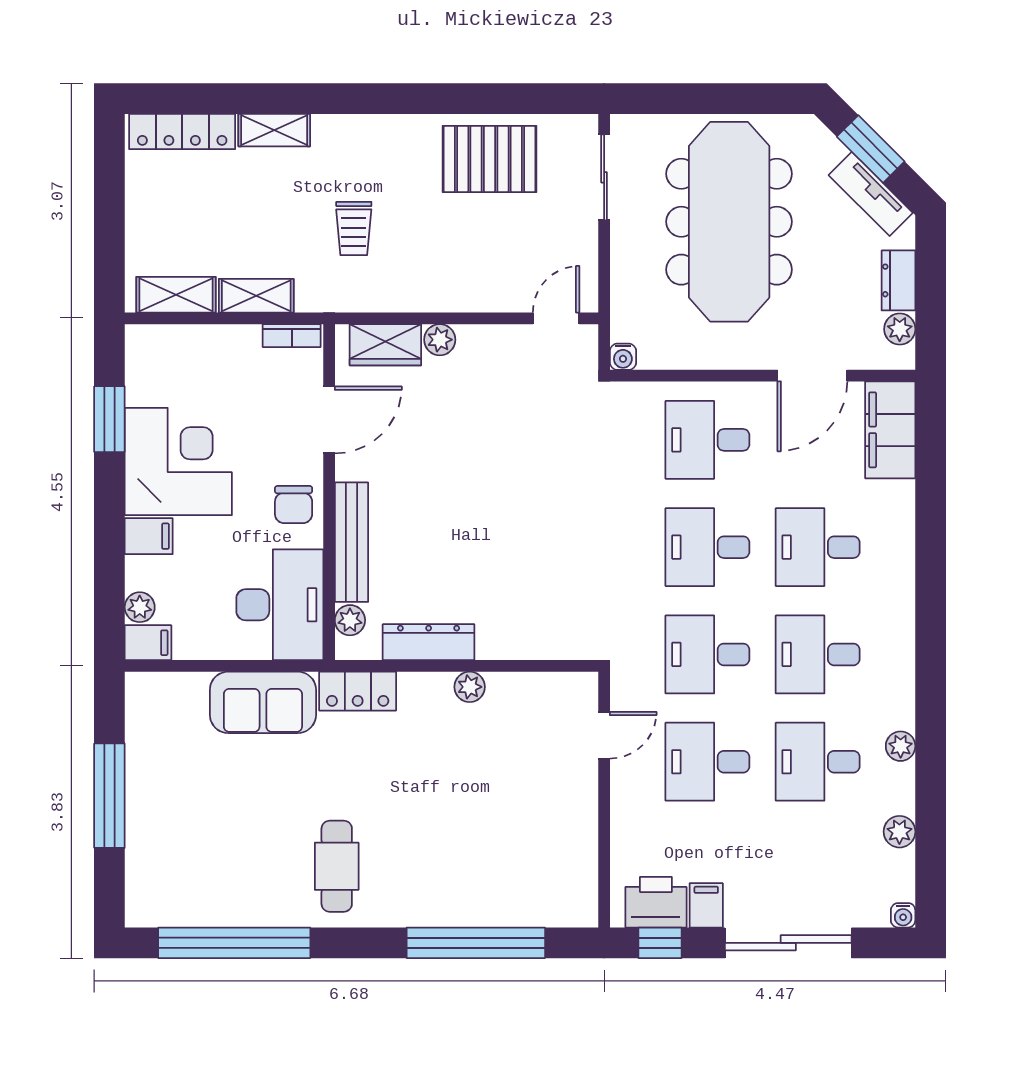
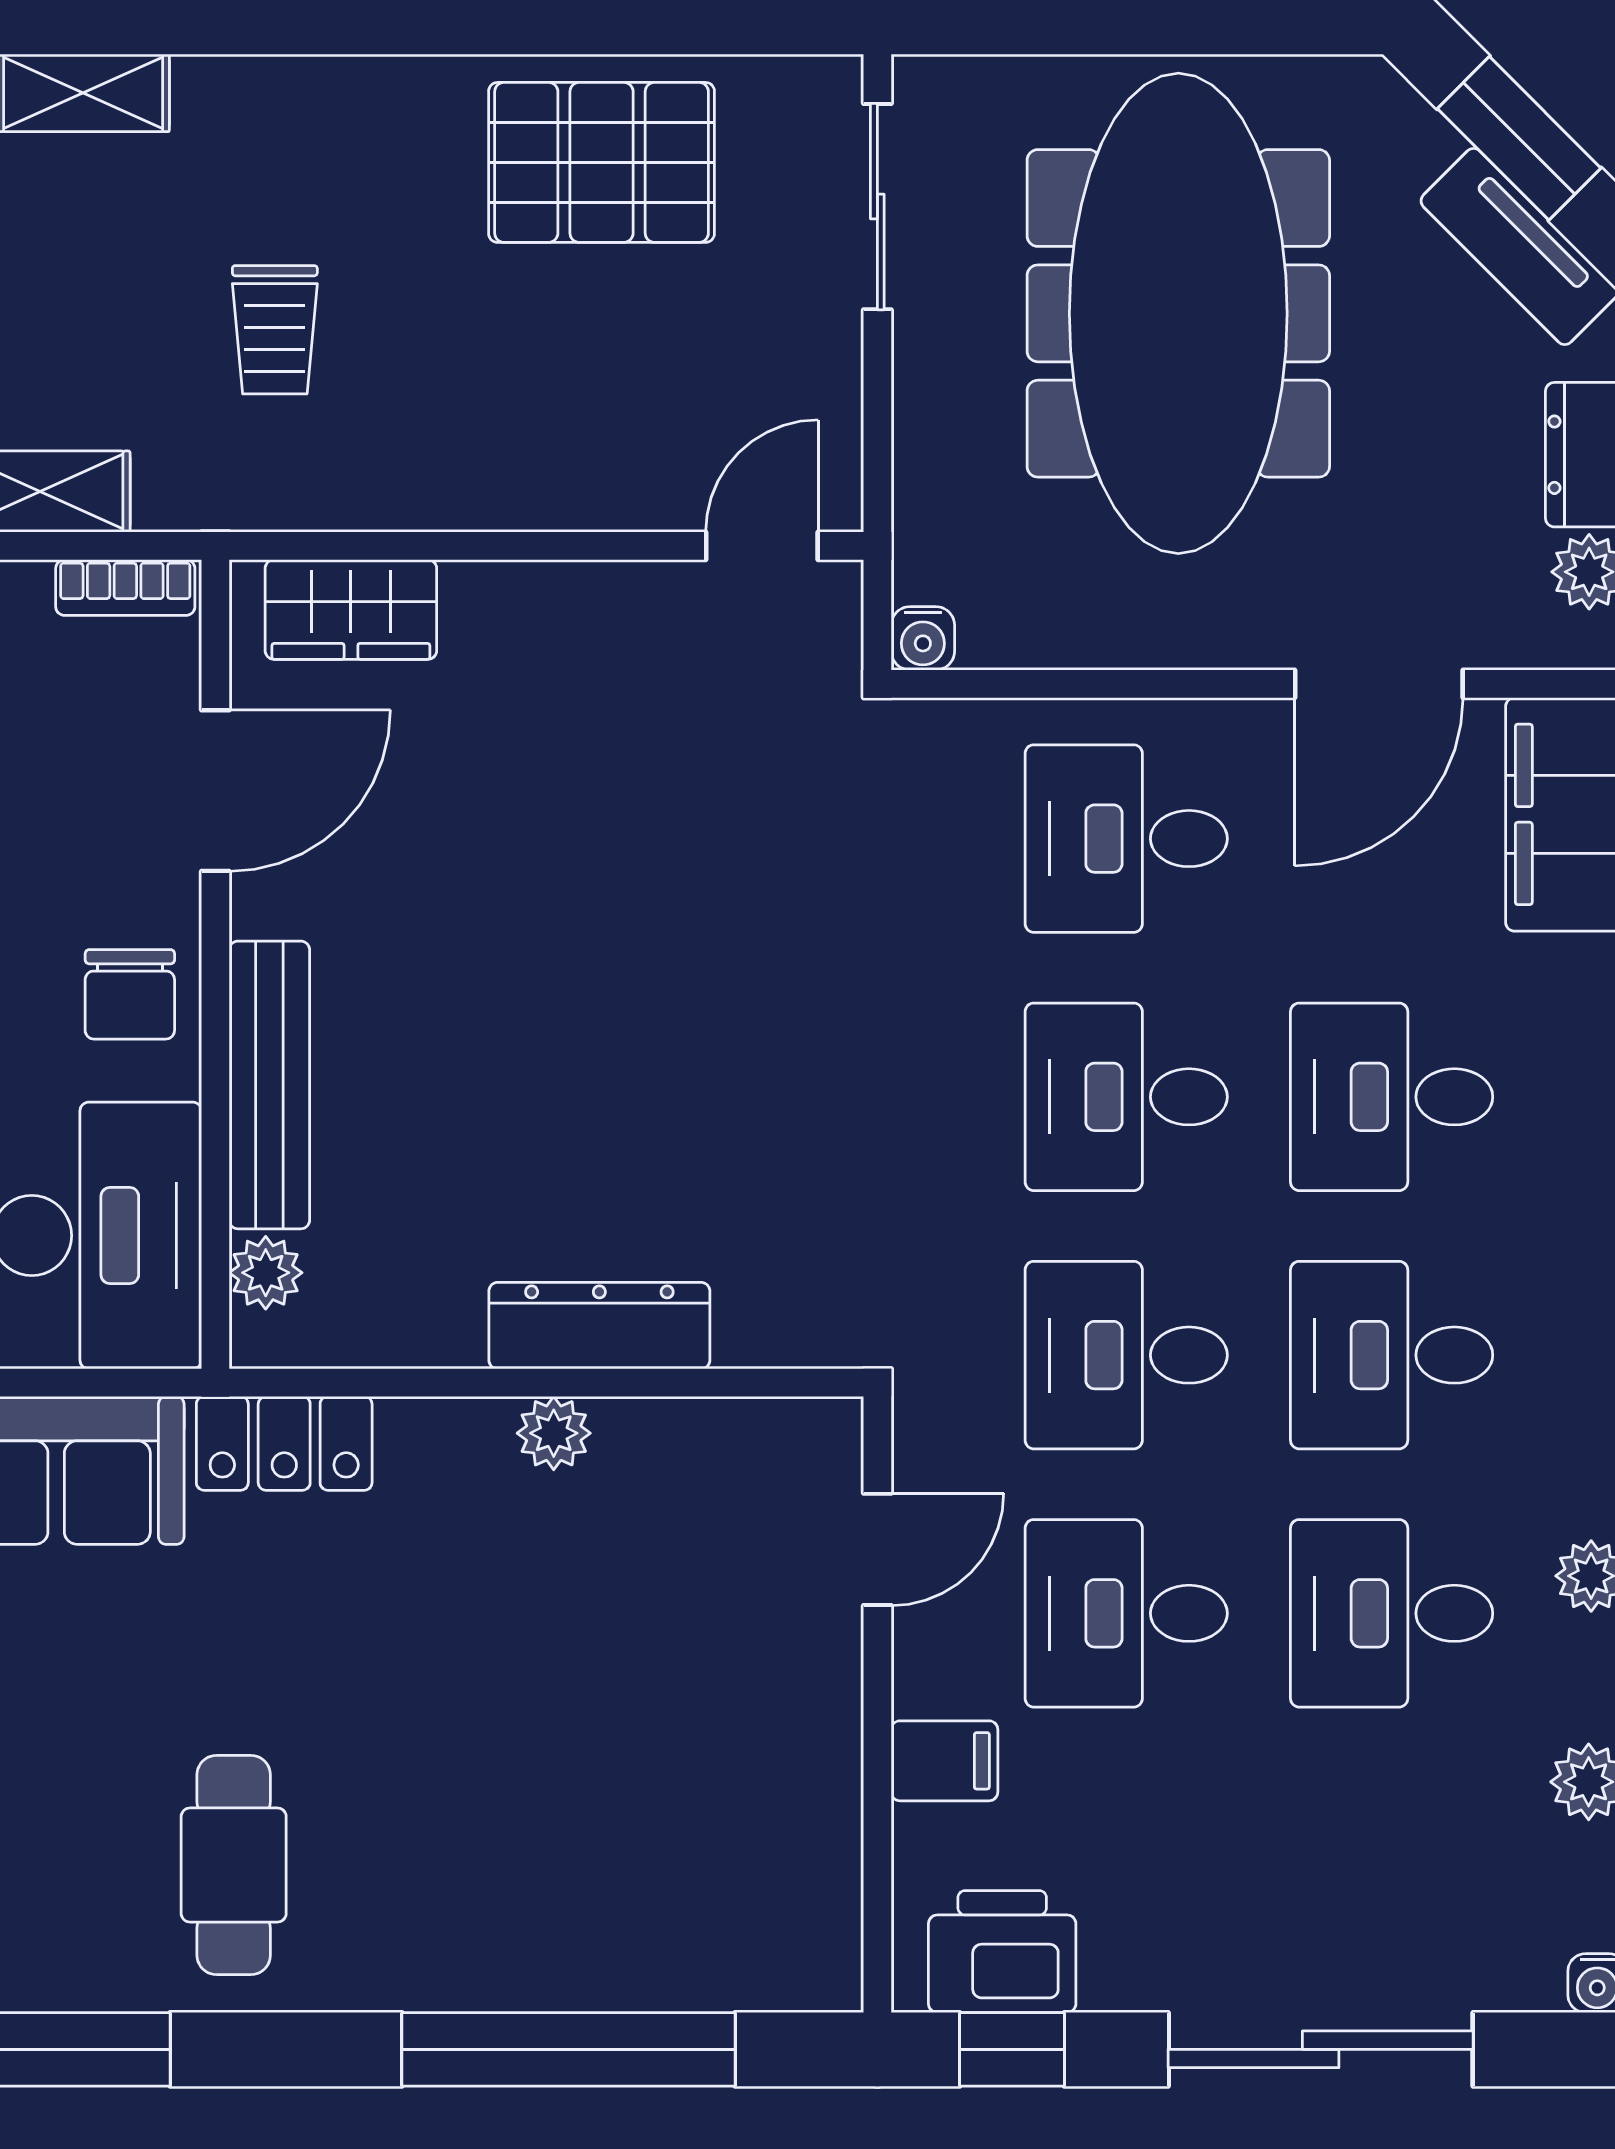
plant: (440, 340) -> (482, 597), removed
dresser: (429, 642) -> (599, 1326), moved
filing cabinet: (706, 905) -> (944, 1761), moved, turned 90

